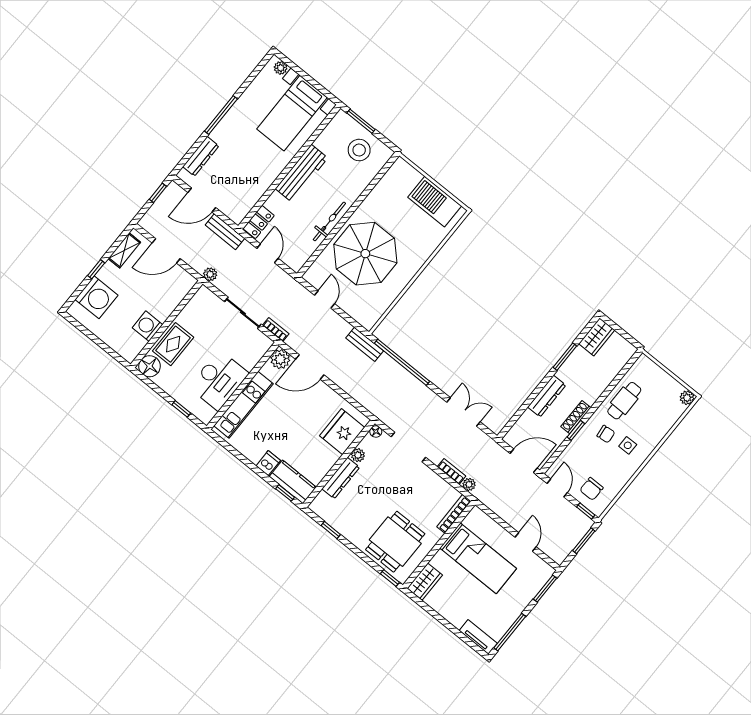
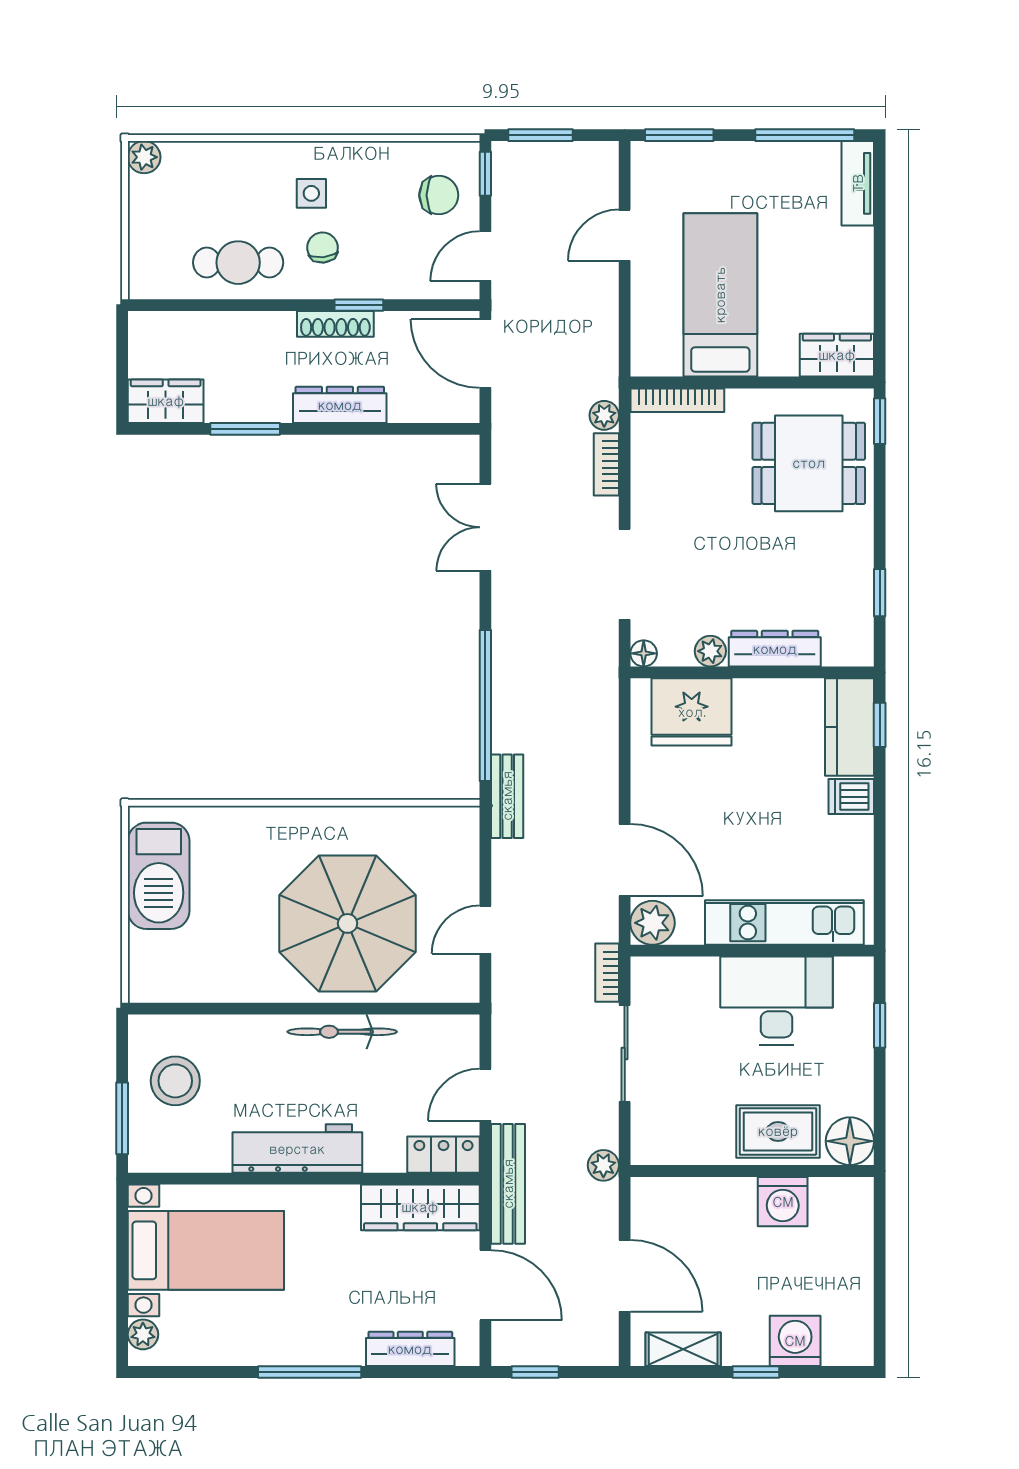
wardrobe: (247, 199) -> (420, 1207), added
bench: (225, 232) -> (508, 1184), width x1.36
washing machine: (96, 297) -> (795, 1341), width x0.73, depth x0.73

